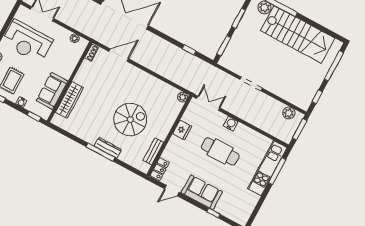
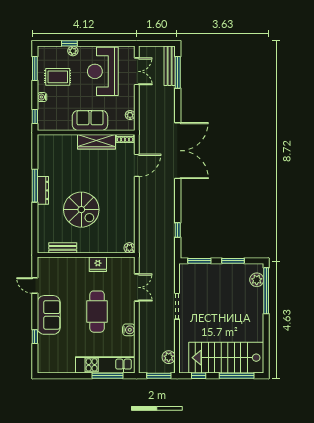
stairs: (298, 34) -> (226, 358), moved, turned 90
door: (119, 55) -> (137, 165), hinge flipped
sofa: (52, 91) -> (90, 120), moved
wardrobe: (70, 100) -> (97, 142), moved
double door: (208, 103) -> (137, 287), moved
water cooler: (231, 124) -> (129, 330), moved
dresser: (108, 148) -> (43, 190), moved
window: (100, 152) -> (35, 186), moved
locker: (160, 169) -> (49, 263), removed

